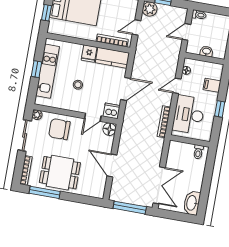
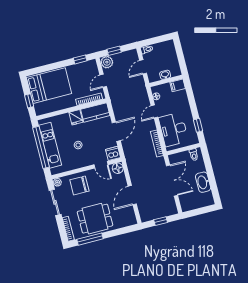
window: (36, 69) -> (41, 147), width x3.17
filing cabinet: (212, 85) -> (178, 85), moved
window: (220, 109) -> (198, 125), moved
door: (93, 117) -> (101, 165), hinge flipped
door: (112, 165) -> (132, 195), hinge flipped
double door: (159, 185) -> (172, 181), moved
washbasin: (192, 203) -> (203, 182), moved
window: (130, 208) -> (161, 221), width x0.46

